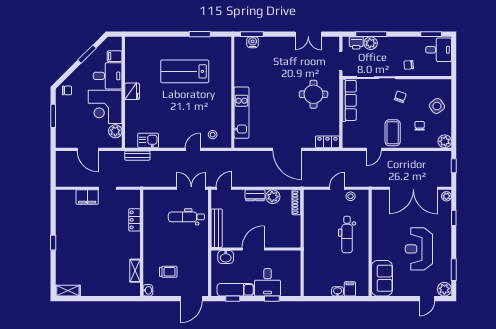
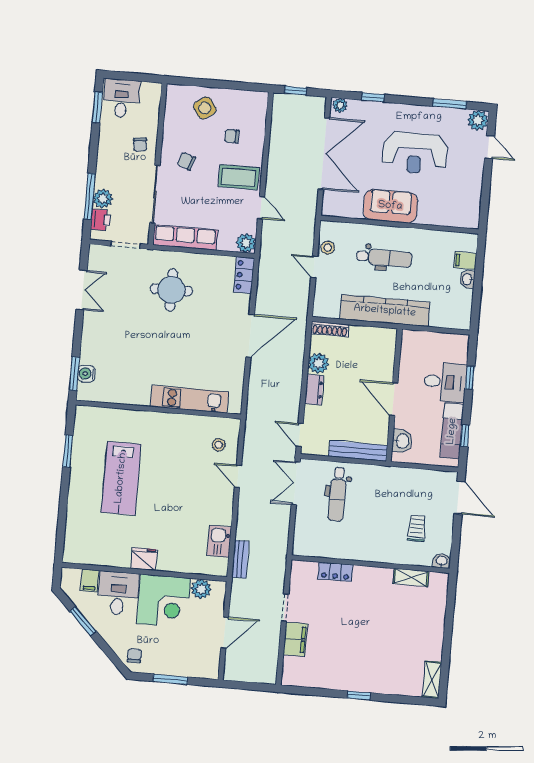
plant: (445, 141) -> (246, 243), moved
kitchen counter: (312, 238) -> (385, 311), added
sofa: (382, 278) -> (390, 206), moved

